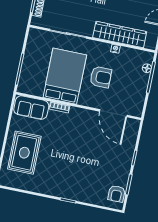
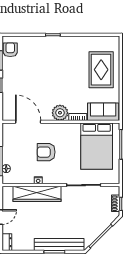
bed: (65, 76) -> (97, 146), moved
plant: (77, 116) -> (60, 113), added

